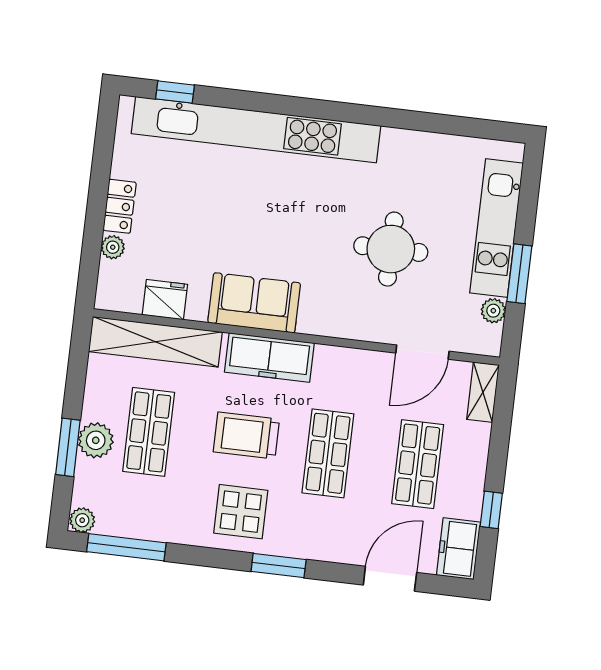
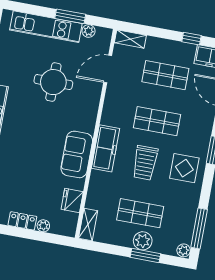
shelving: (155, 342) -> (88, 225), width x0.45, depth x0.75
door: (422, 352) -> (108, 69), swing flipped

